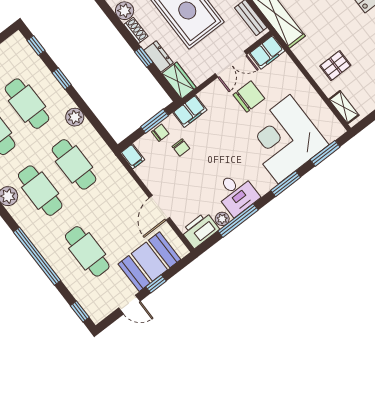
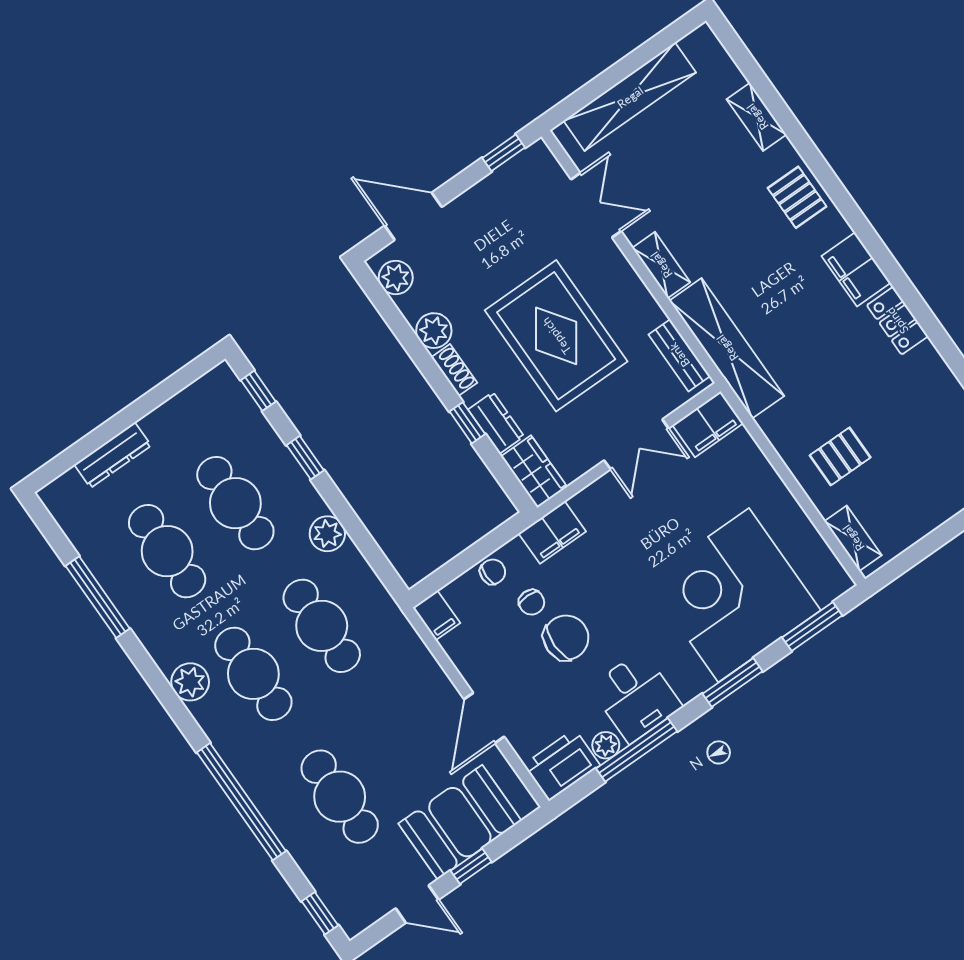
chair: (249, 97) -> (566, 638), moved
window: (154, 121) -> (482, 549), removed

